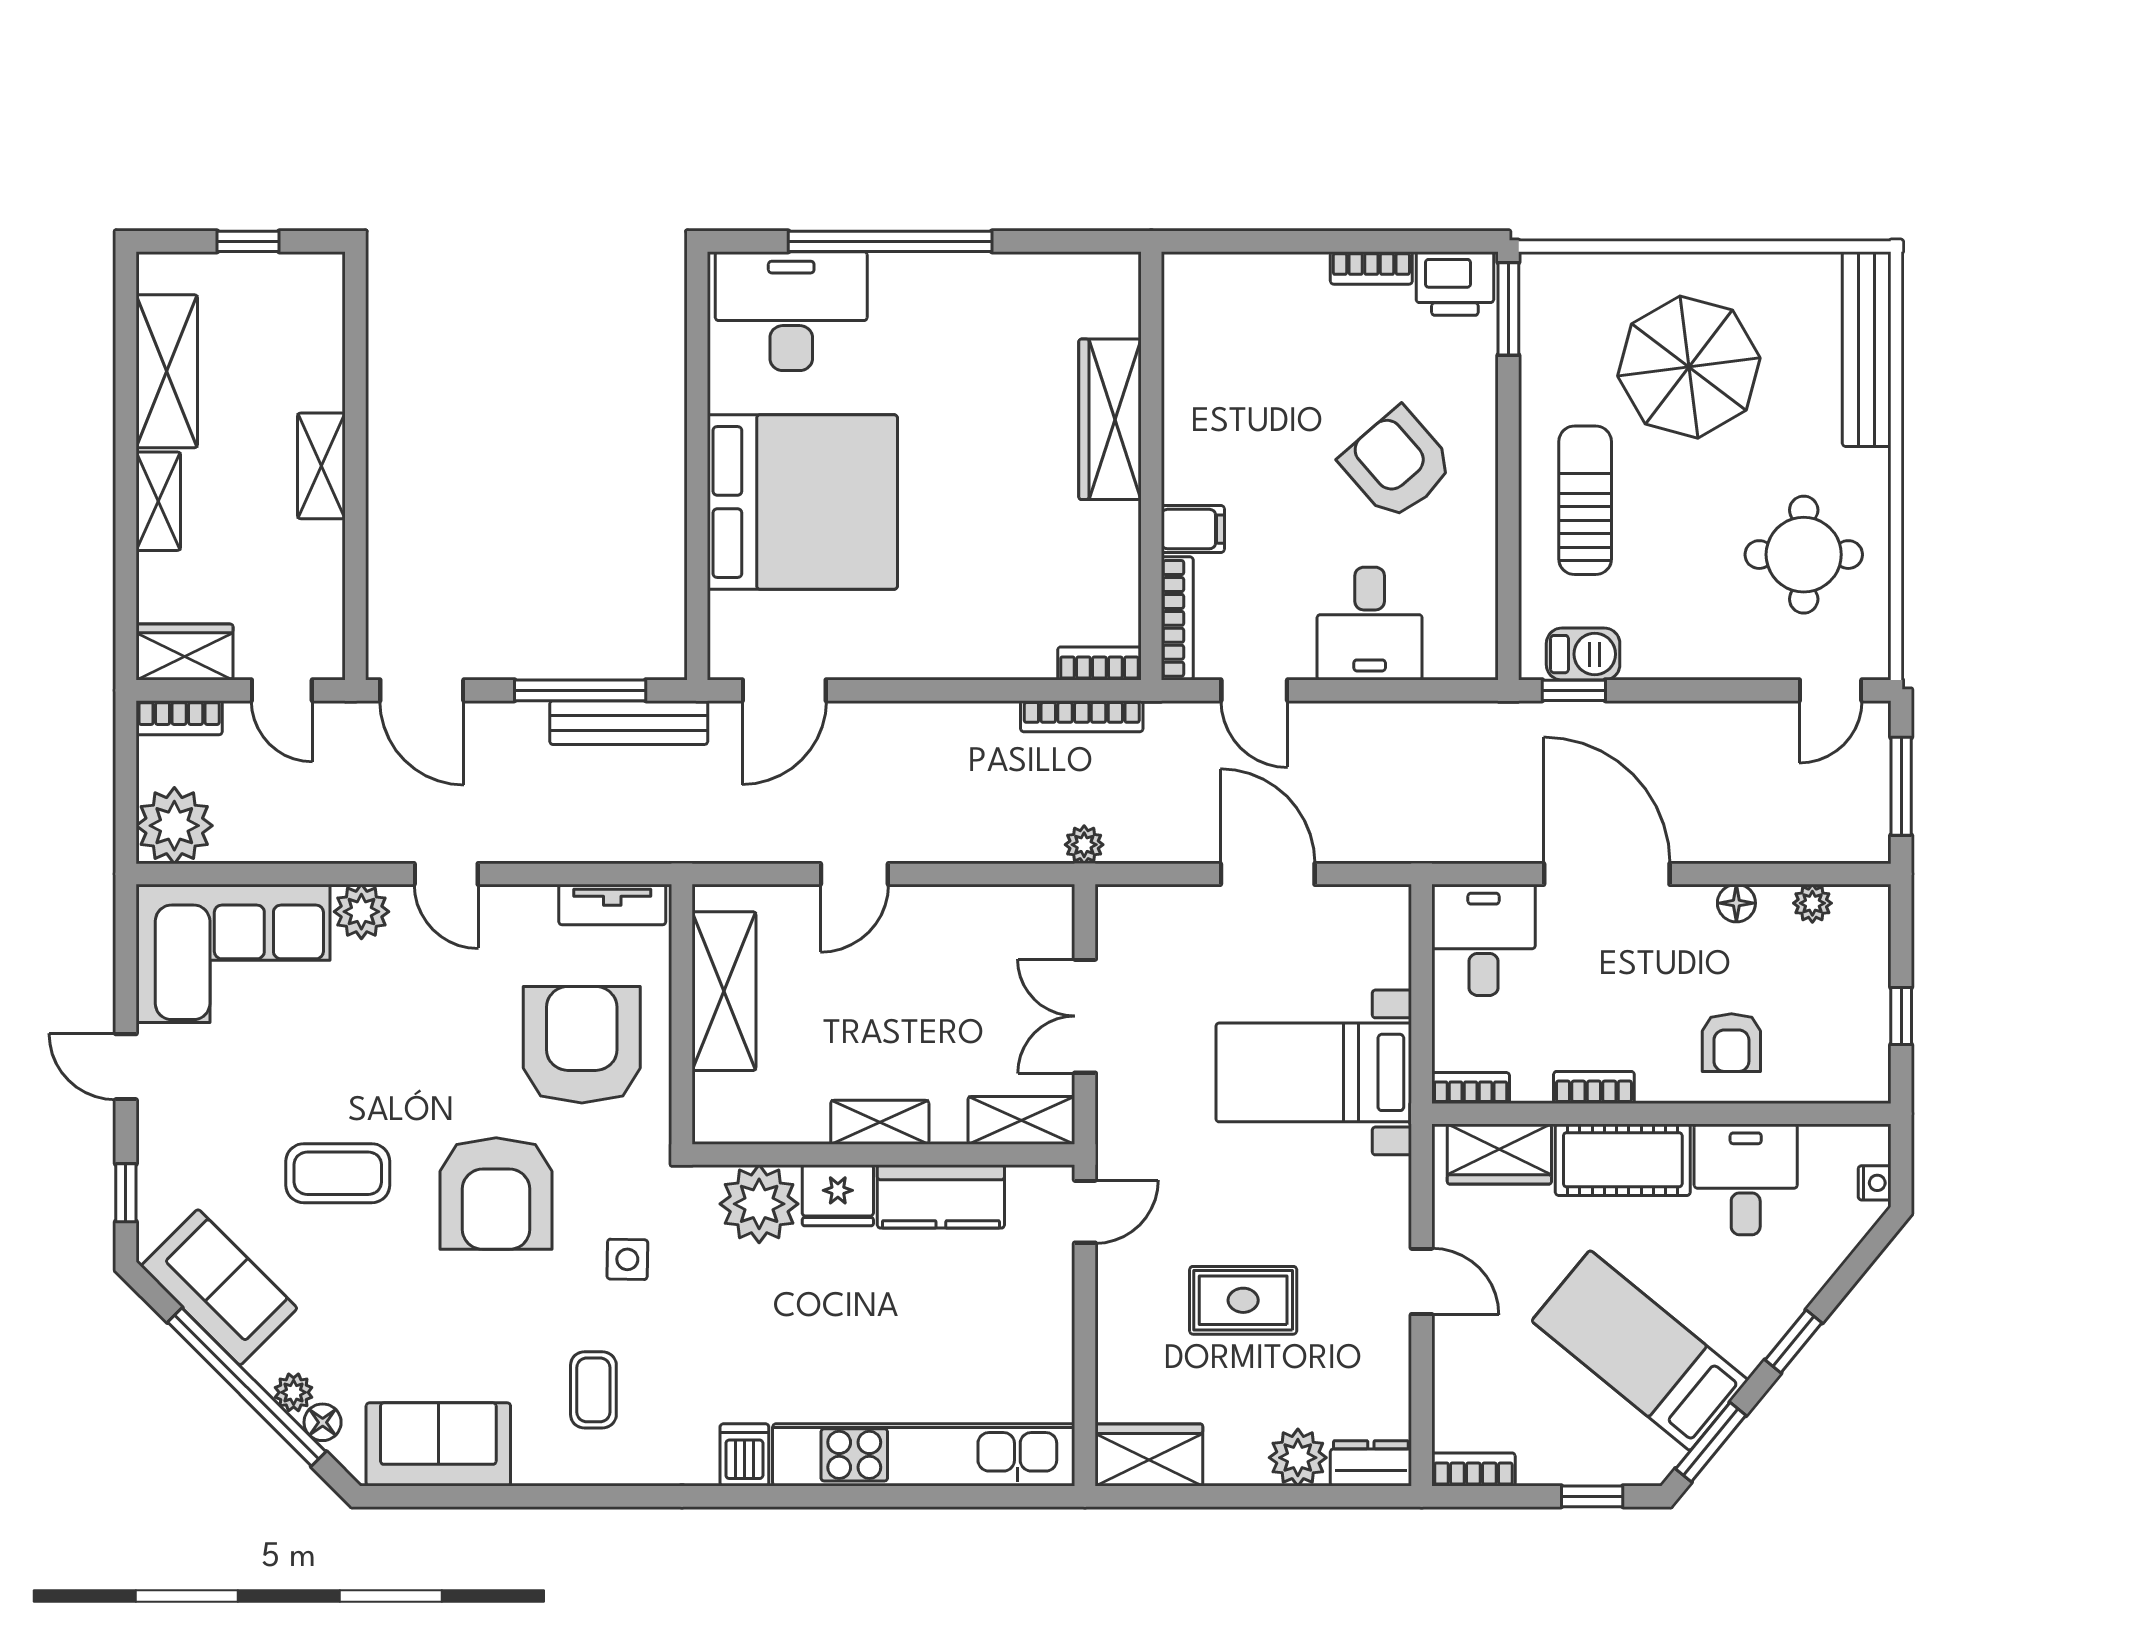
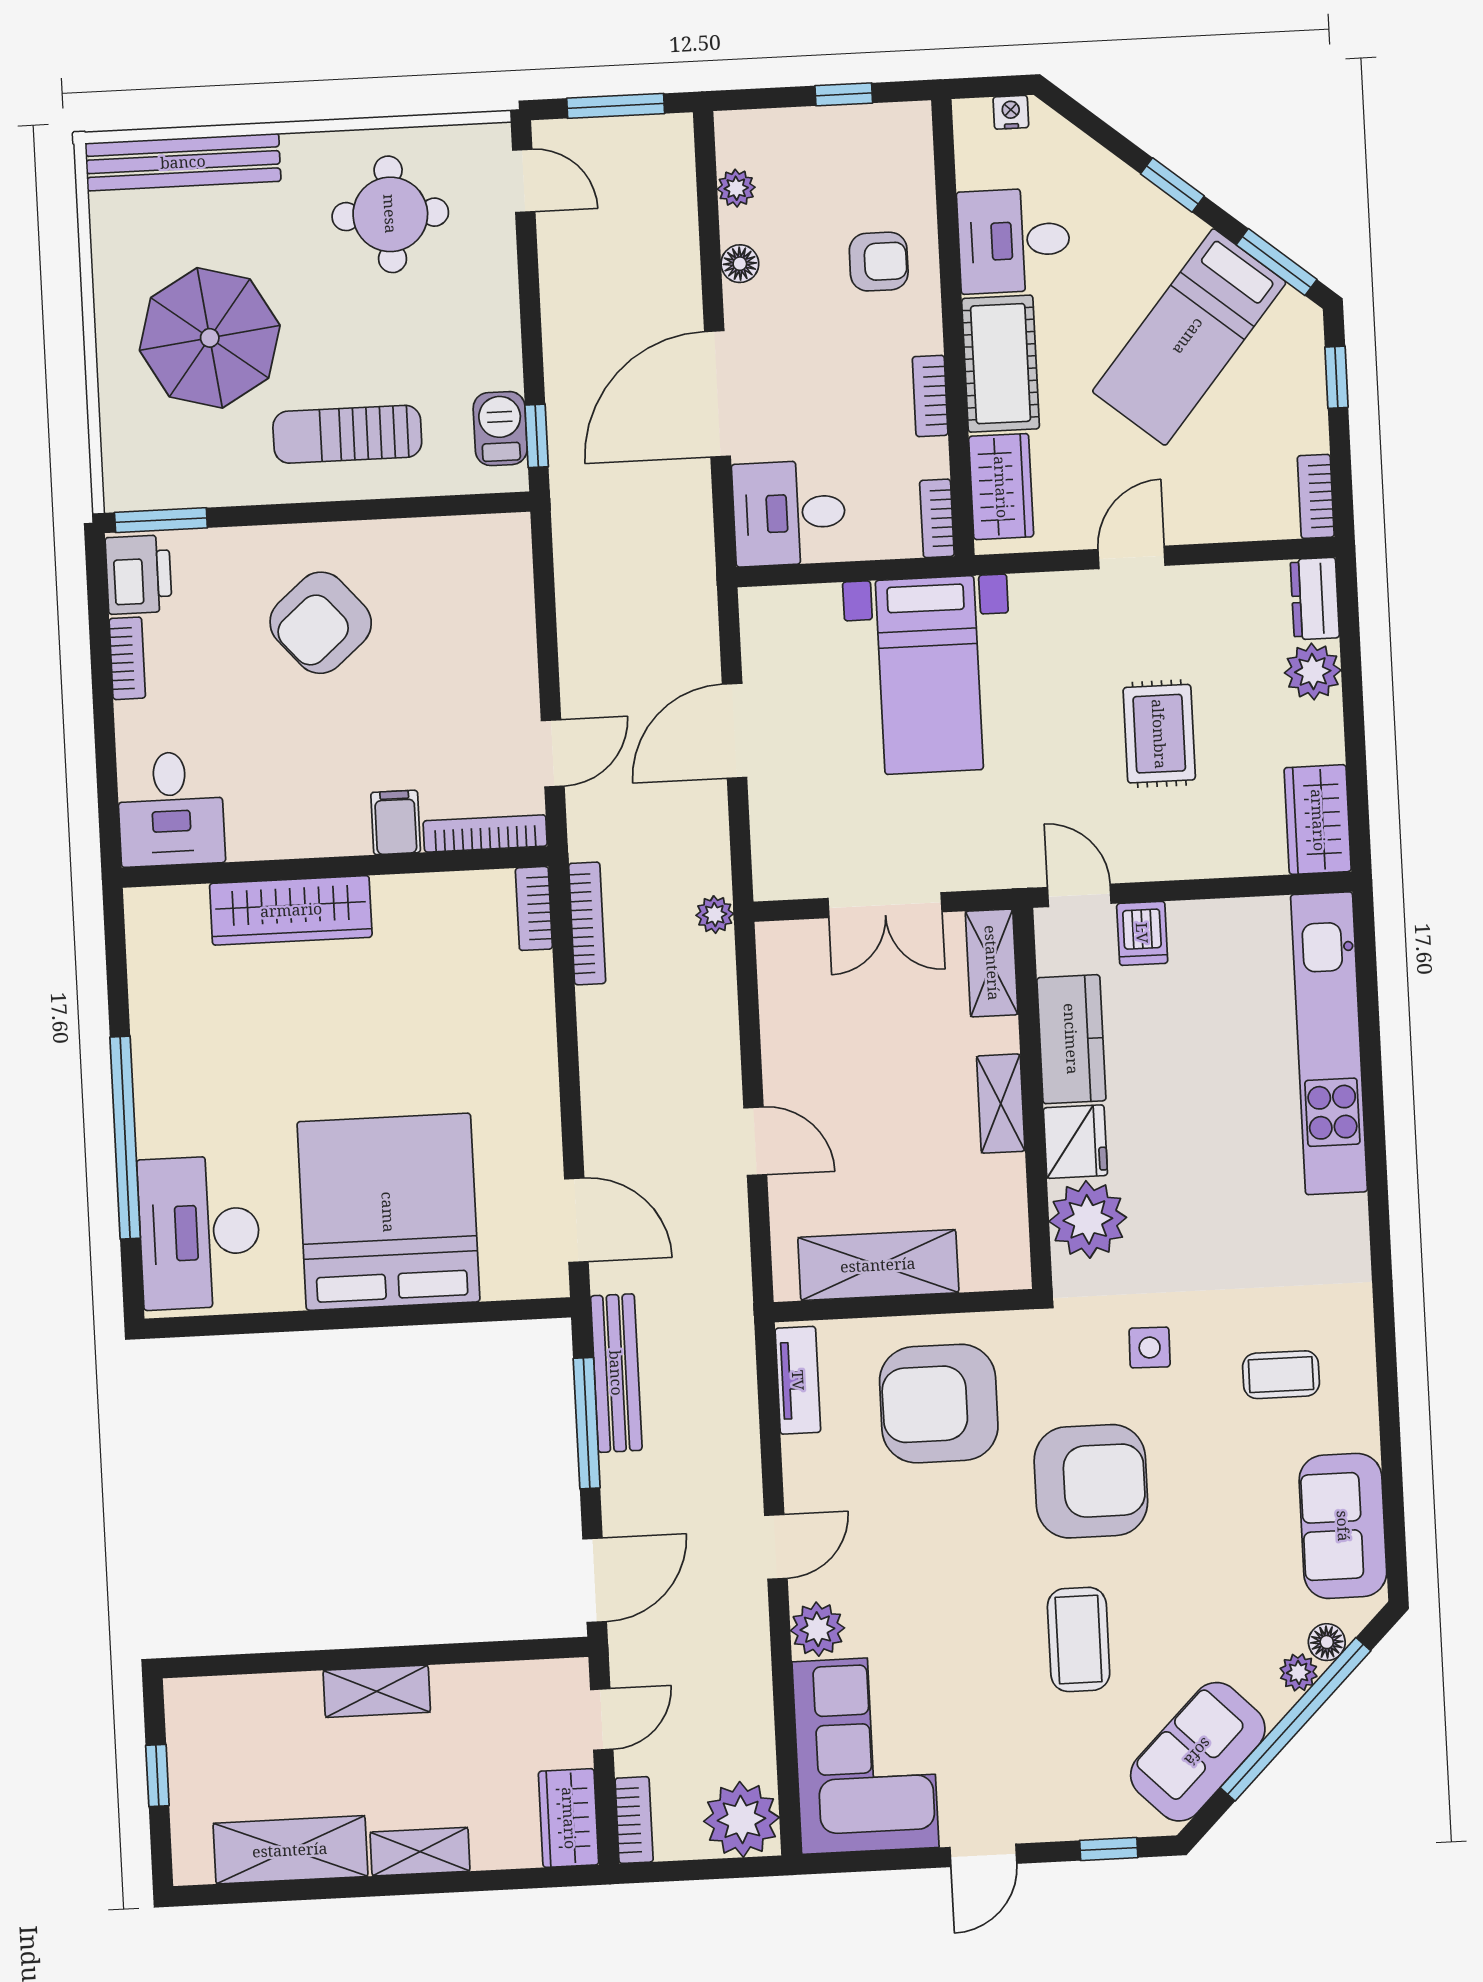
desk: (1370, 624) -> (171, 809), moved, turned 90
dishwasher: (744, 1455) -> (1142, 933), moved, turned -90

